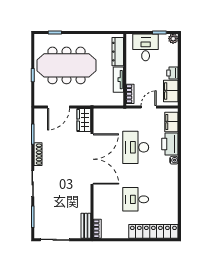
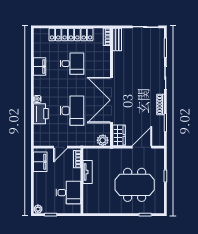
desk: (146, 47) -> (68, 193), moved, turned -90
dresser: (118, 52) -> (88, 197), removed
meeting table: (67, 65) -> (135, 185), width x0.73
printer: (172, 73) -> (39, 178), removed
plant: (102, 115) -> (103, 140), added
filing cabinet: (171, 122) -> (40, 66), moved
locker: (153, 231) -> (71, 35), moved

